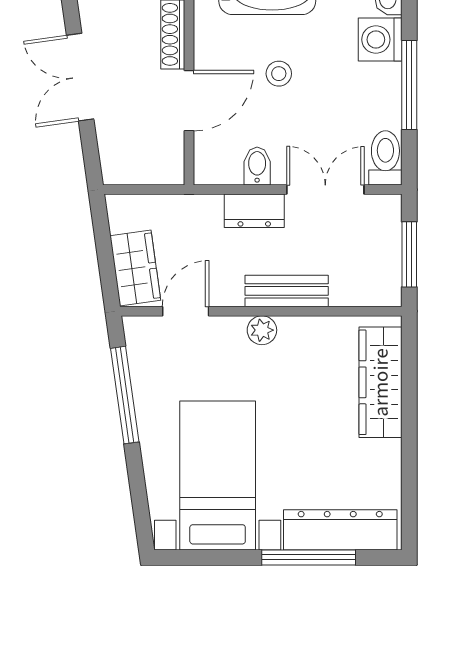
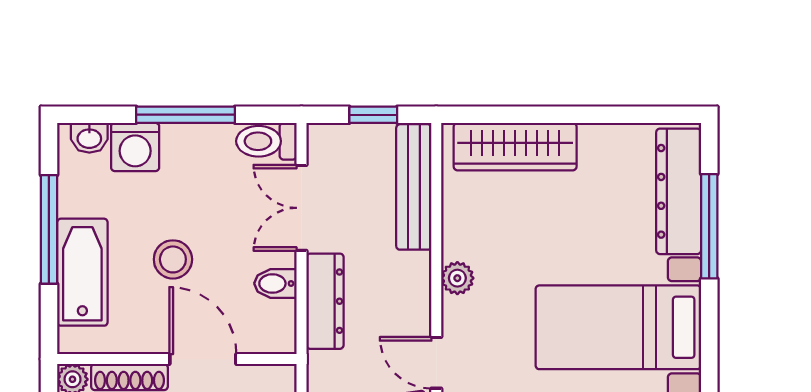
stool: (279, 74) -> (173, 259), width x1.37, depth x1.37
dresser: (254, 211) -> (325, 301), width x1.44
window: (409, 254) -> (373, 115), width x0.67
bench: (287, 291) -> (414, 187), moved, width x1.36

